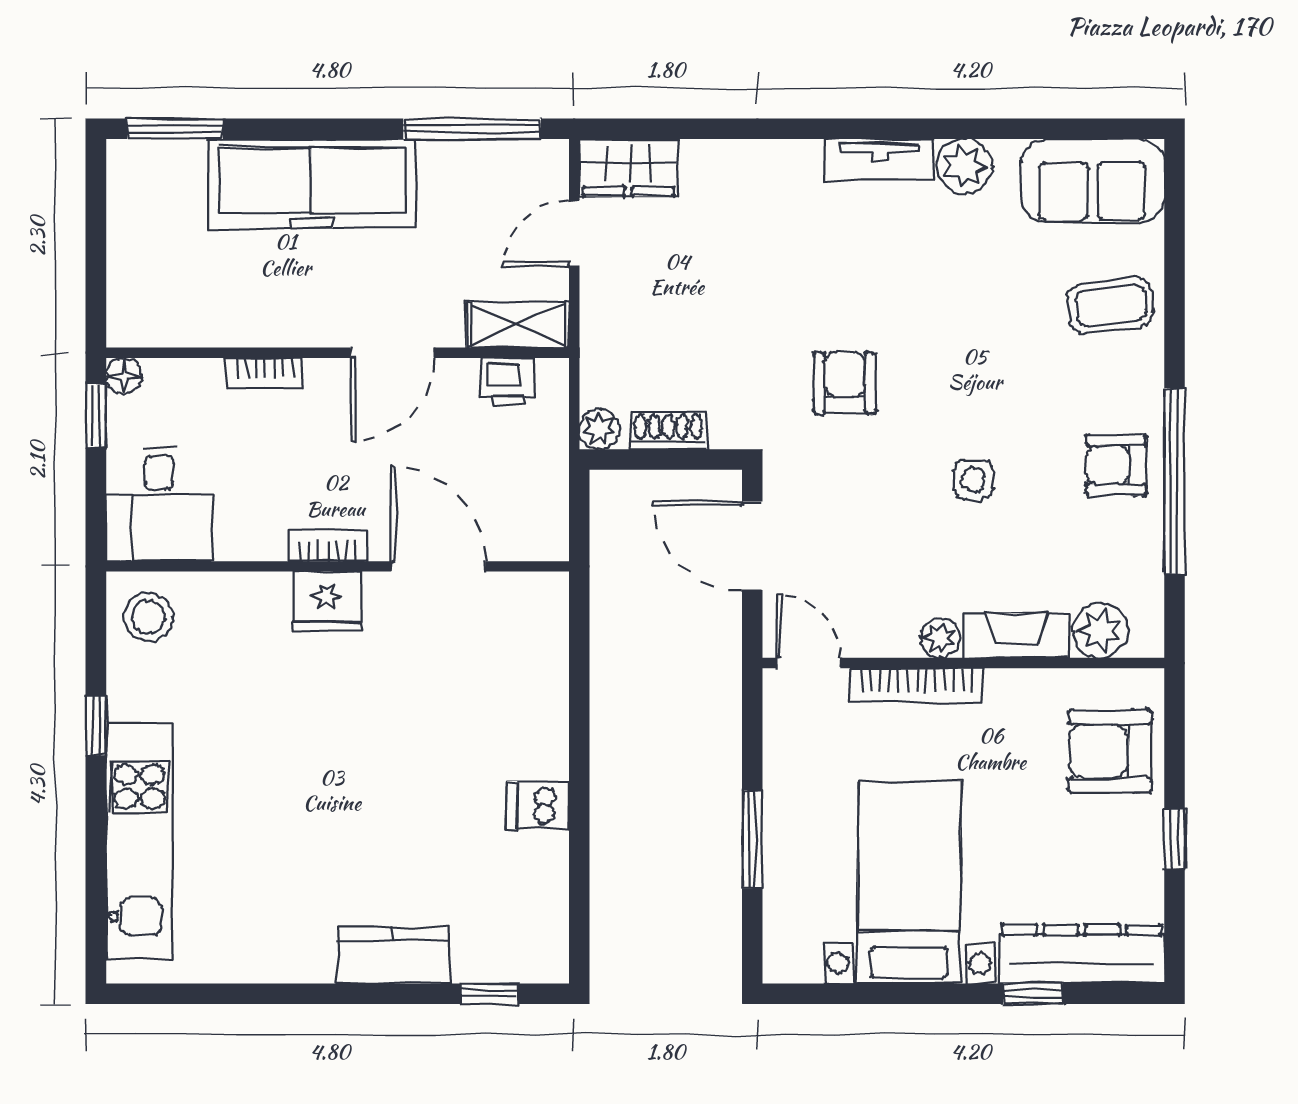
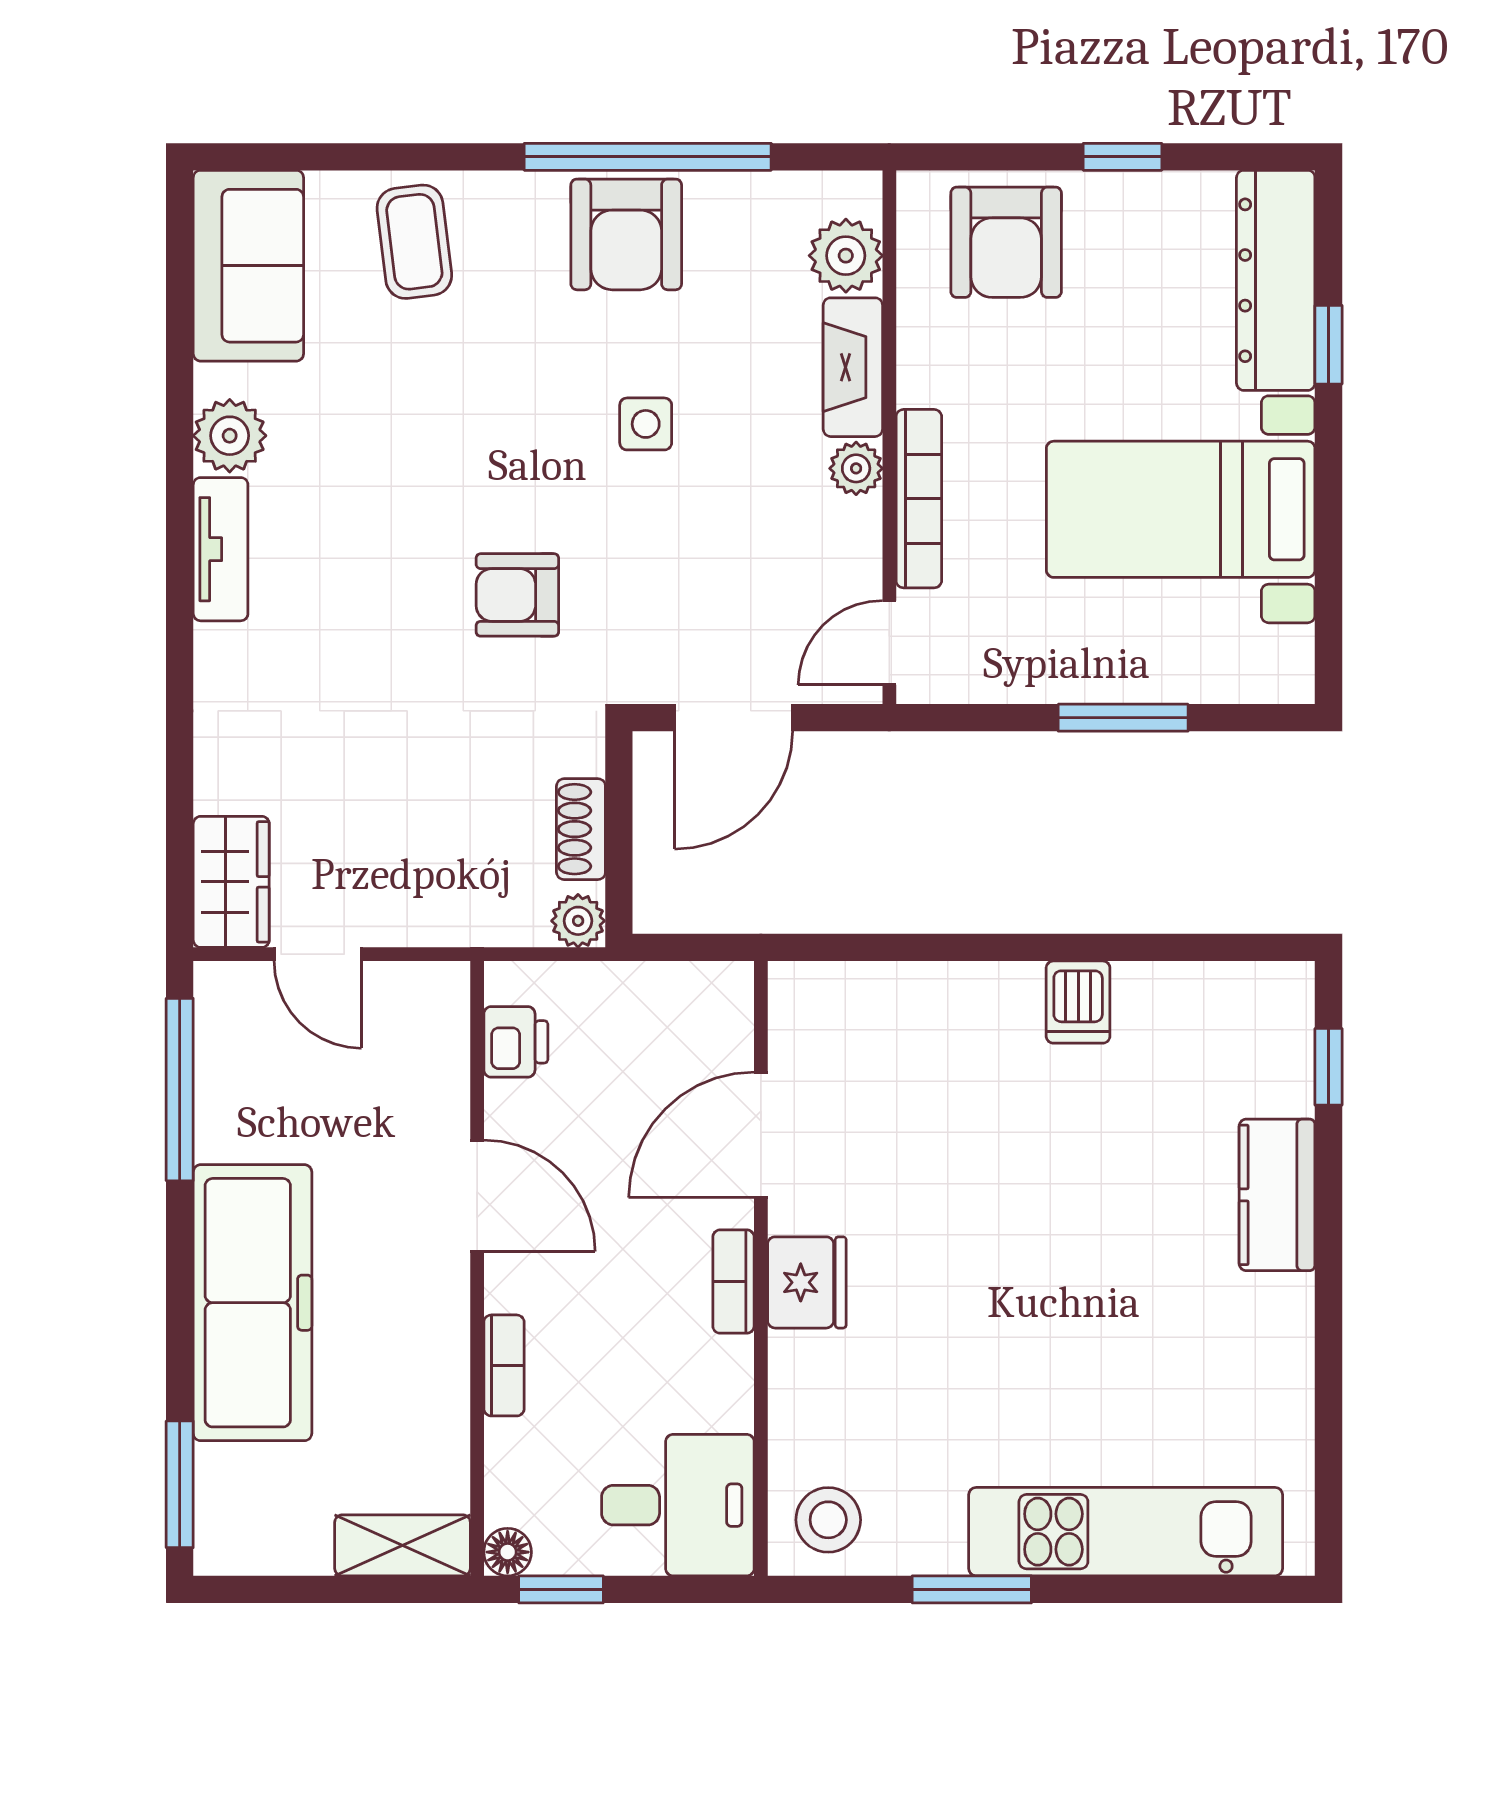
shelving: (518, 325) -> (403, 1545), moved, turned 90
armchair: (1116, 465) -> (626, 234), width x1.38, depth x1.38
window: (96, 725) -> (972, 1589), width x1.50

